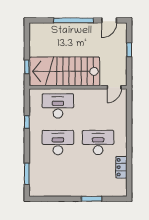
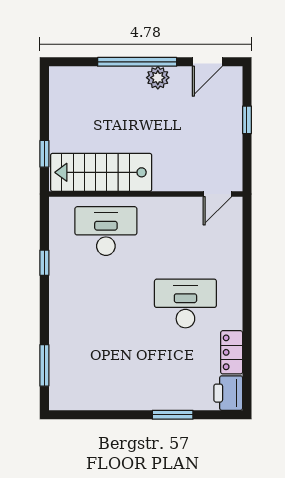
plant: (84, 28) -> (158, 78), added
stairs: (65, 71) -> (101, 172), width x0.73, depth x0.66
desk: (58, 143) -> (106, 304), removed
printer: (120, 188) -> (228, 393), added

